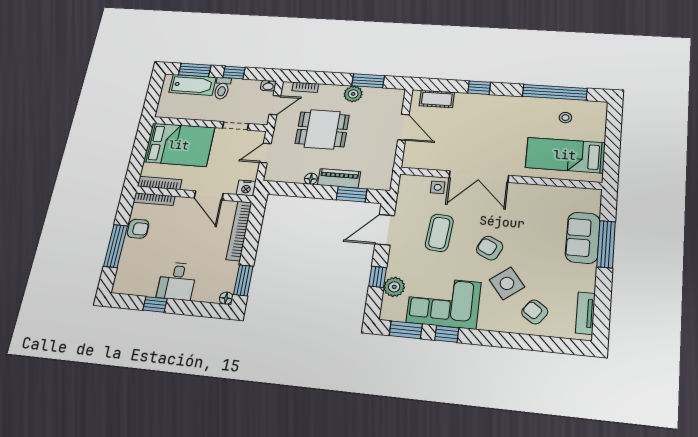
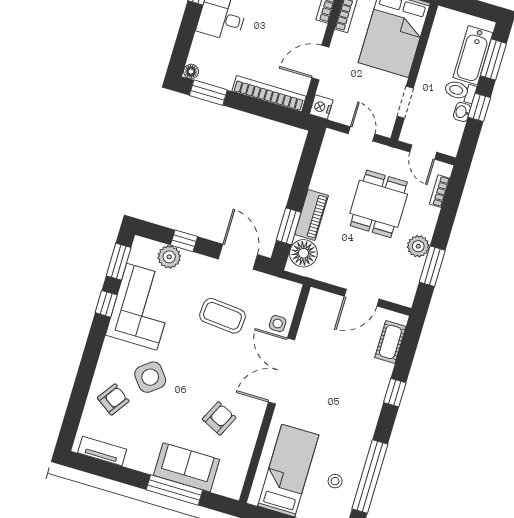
washbasin: (268, 86) -> (462, 112), moved
floor lamp: (311, 179) -> (303, 253), moved, width x1.89, depth x1.89
armchair: (490, 248) -> (219, 418), moved

